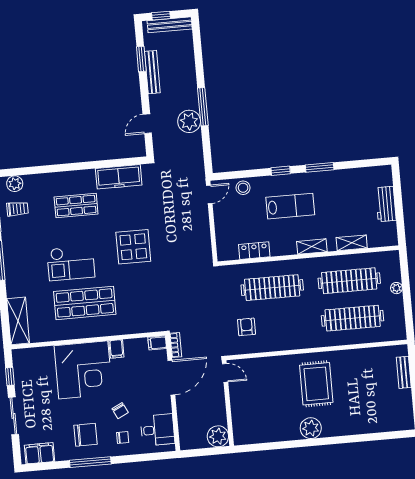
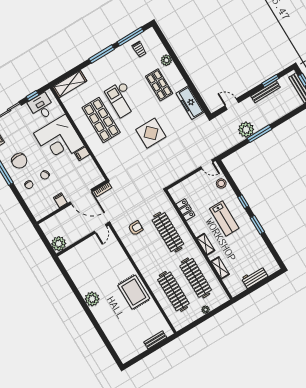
plant: (15, 184) -> (166, 60), moved
filing cabinet: (157, 343) -> (60, 200), moved
rug: (316, 384) -> (134, 292), moved, turned 90
desk: (157, 430) -> (41, 107), moved, turned 180

